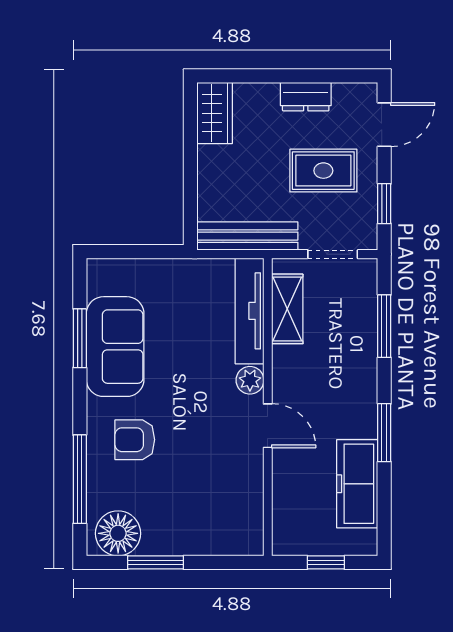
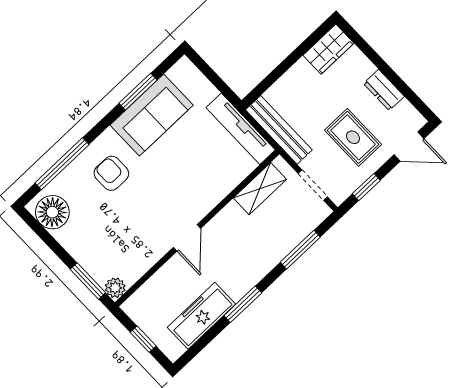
tv unit: (249, 311) -> (241, 129), moved, turned -90
plant: (250, 380) -> (115, 288), moved
window: (156, 562) -> (88, 281), moved

